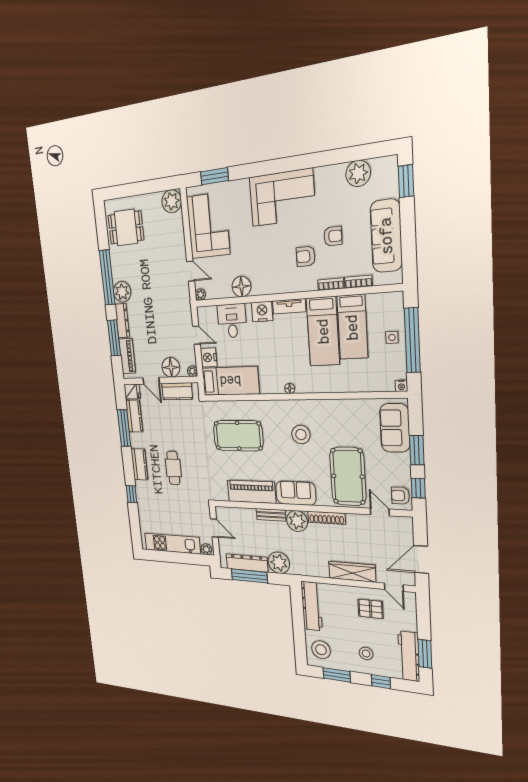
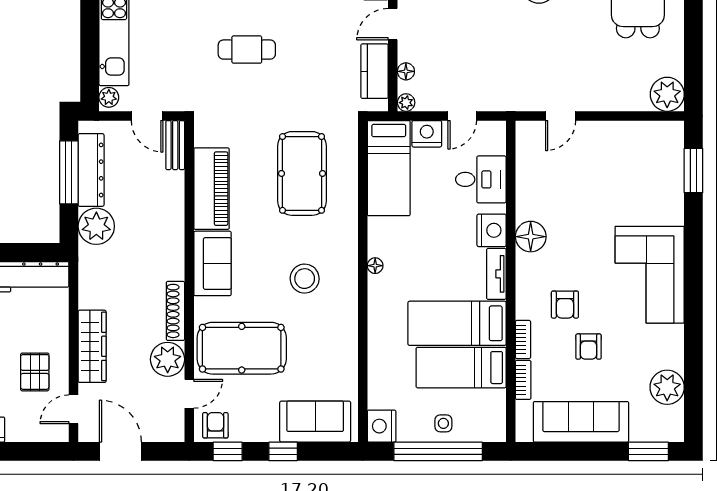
corner sofa: (208, 226) -> (625, 153), removed
armchair: (306, 256) -> (565, 305), turned 180
floor lamp: (241, 286) -> (531, 237), moved
plant: (200, 295) -> (524, 129), removed
floor lamp: (171, 367) -> (406, 71), width x0.53, depth x0.53
nightstand: (401, 386) -> (382, 426), width x1.89, depth x1.79
window: (417, 450) -> (283, 451), width x0.67
bench: (271, 515) -> (175, 145), moved
plant: (297, 521) -> (168, 359), moved
door: (214, 528) -> (147, 116), hinge flipped

